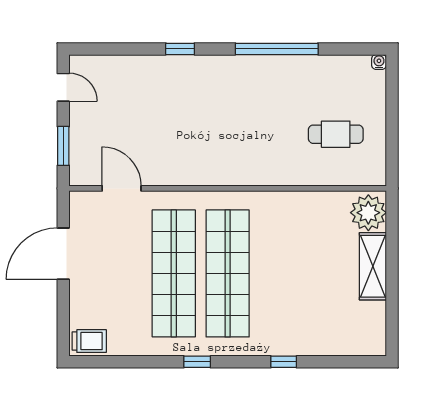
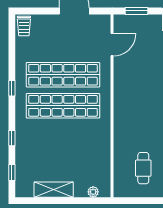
plant: (368, 213) -> (93, 192), width x0.53, depth x0.53
shelving: (373, 266) -> (54, 190), moved
window: (343, 362) -> (12, 173), added

